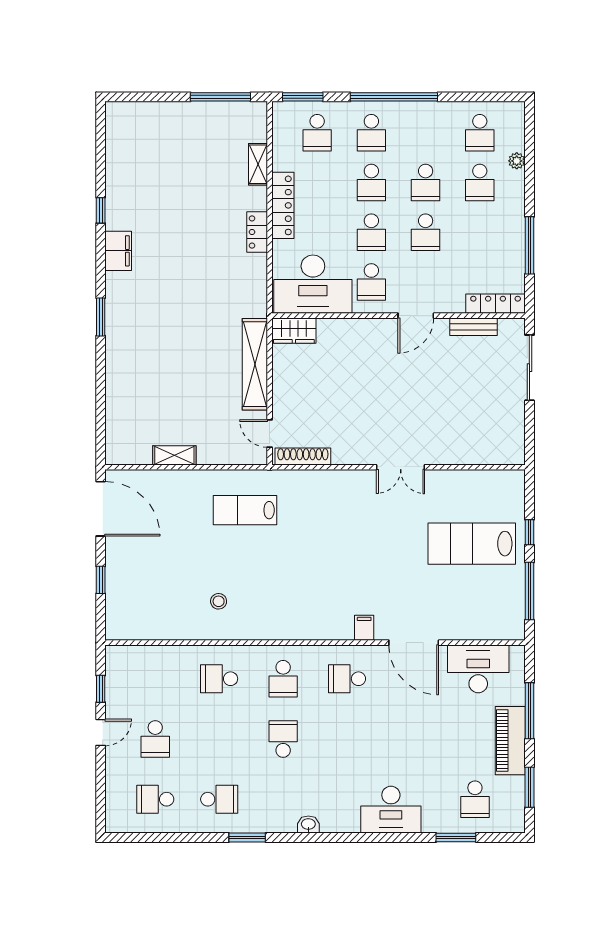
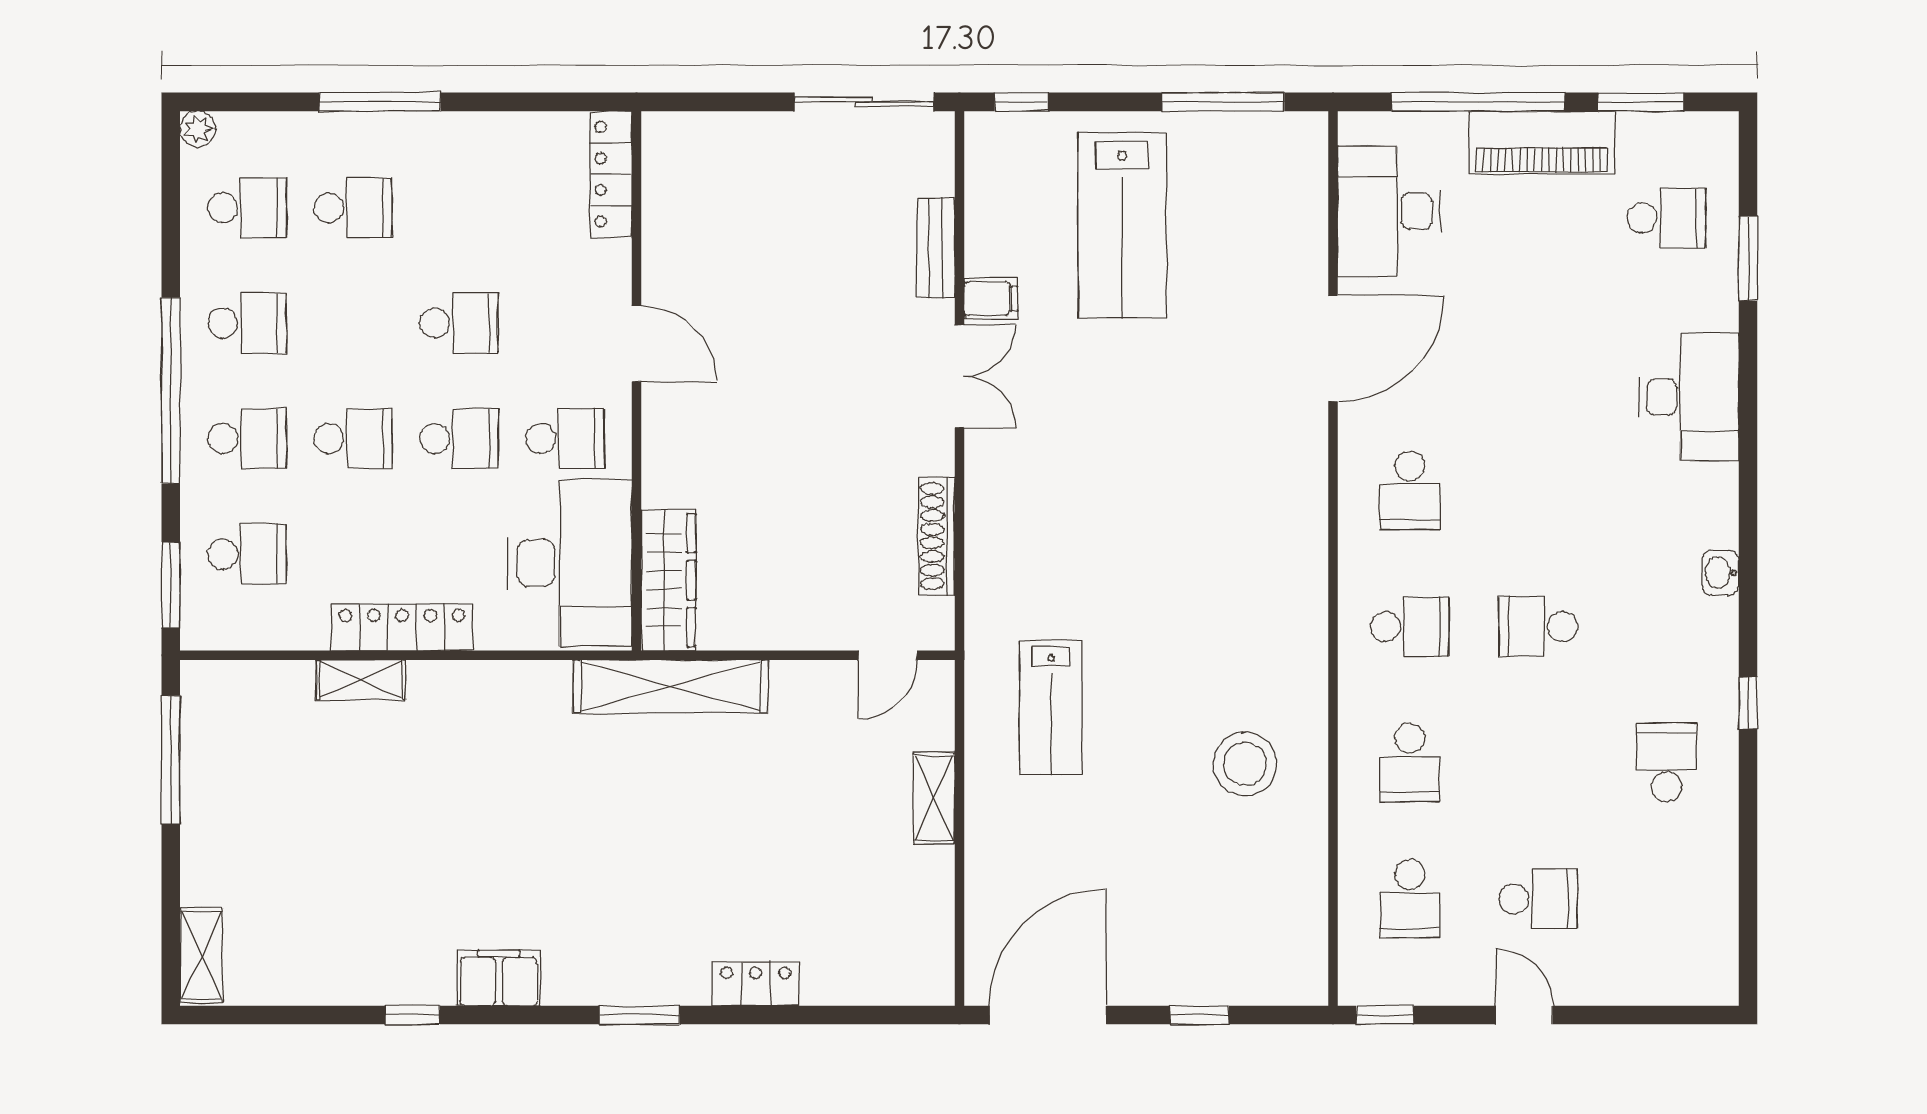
shelving: (129, 111) -> (201, 955), added
plant: (517, 161) -> (198, 129), moved
shelving: (258, 164) -> (361, 680), moved
school desk: (426, 182) -> (247, 323), moved
locker: (257, 232) -> (756, 984), moved, turned 180
window: (529, 245) -> (380, 102), moved
bench: (473, 327) -> (936, 248), moved
wardrobe: (294, 331) -> (668, 580), width x1.50
shelving: (255, 364) -> (671, 687), moved
sliding door: (529, 368) -> (864, 102), moved
shelving: (174, 455) -> (934, 798), moved
shoe rack: (303, 456) -> (937, 536), moved
window: (529, 532) -> (1021, 102), moved
stool: (219, 601) -> (1245, 764), width x1.89, depth x1.89
filing cabinet: (364, 628) -> (991, 299), moved, turned 180
window: (101, 689) -> (1385, 1015), moved
window: (529, 711) -> (1478, 102), width x1.46
school desk: (155, 799) -> (1410, 899), moved
window: (247, 838) -> (1748, 703), width x0.67

